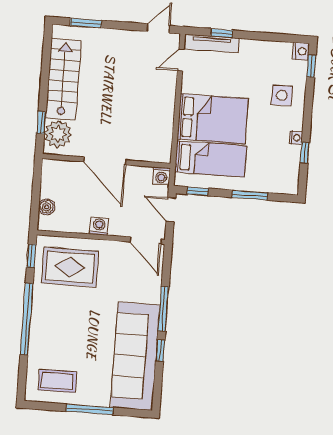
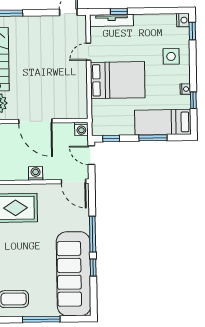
door: (181, 60) -> (89, 52), moved
bed: (211, 159) -> (163, 122), moved, turned 180

